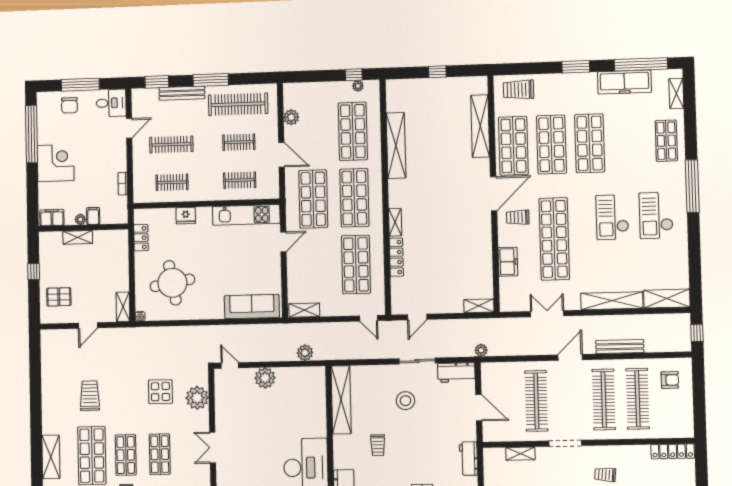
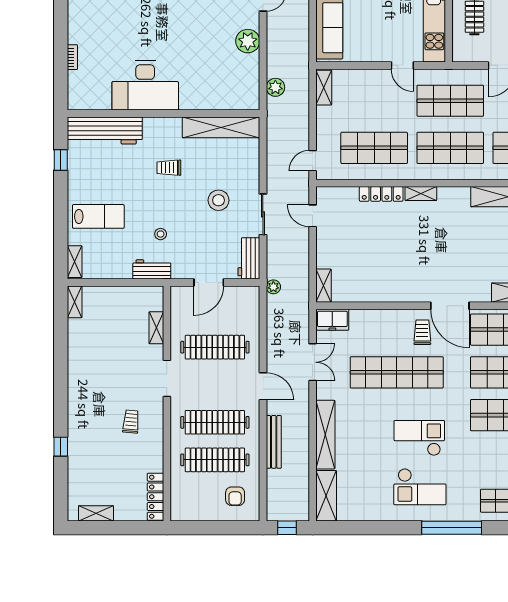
checkout: (656, 215) -> (420, 487), turned 180
freezer: (508, 262) -> (332, 320), moved
stool: (437, 451) -> (161, 234), added

